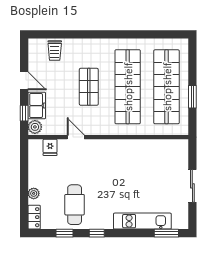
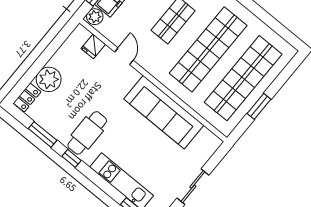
sofa: (133, 152) -> (164, 112), added
plant: (34, 193) -> (49, 79), width x1.88, depth x1.88
cafe table: (75, 205) -> (87, 133), moved
window: (65, 233) -> (43, 134), width x1.50

